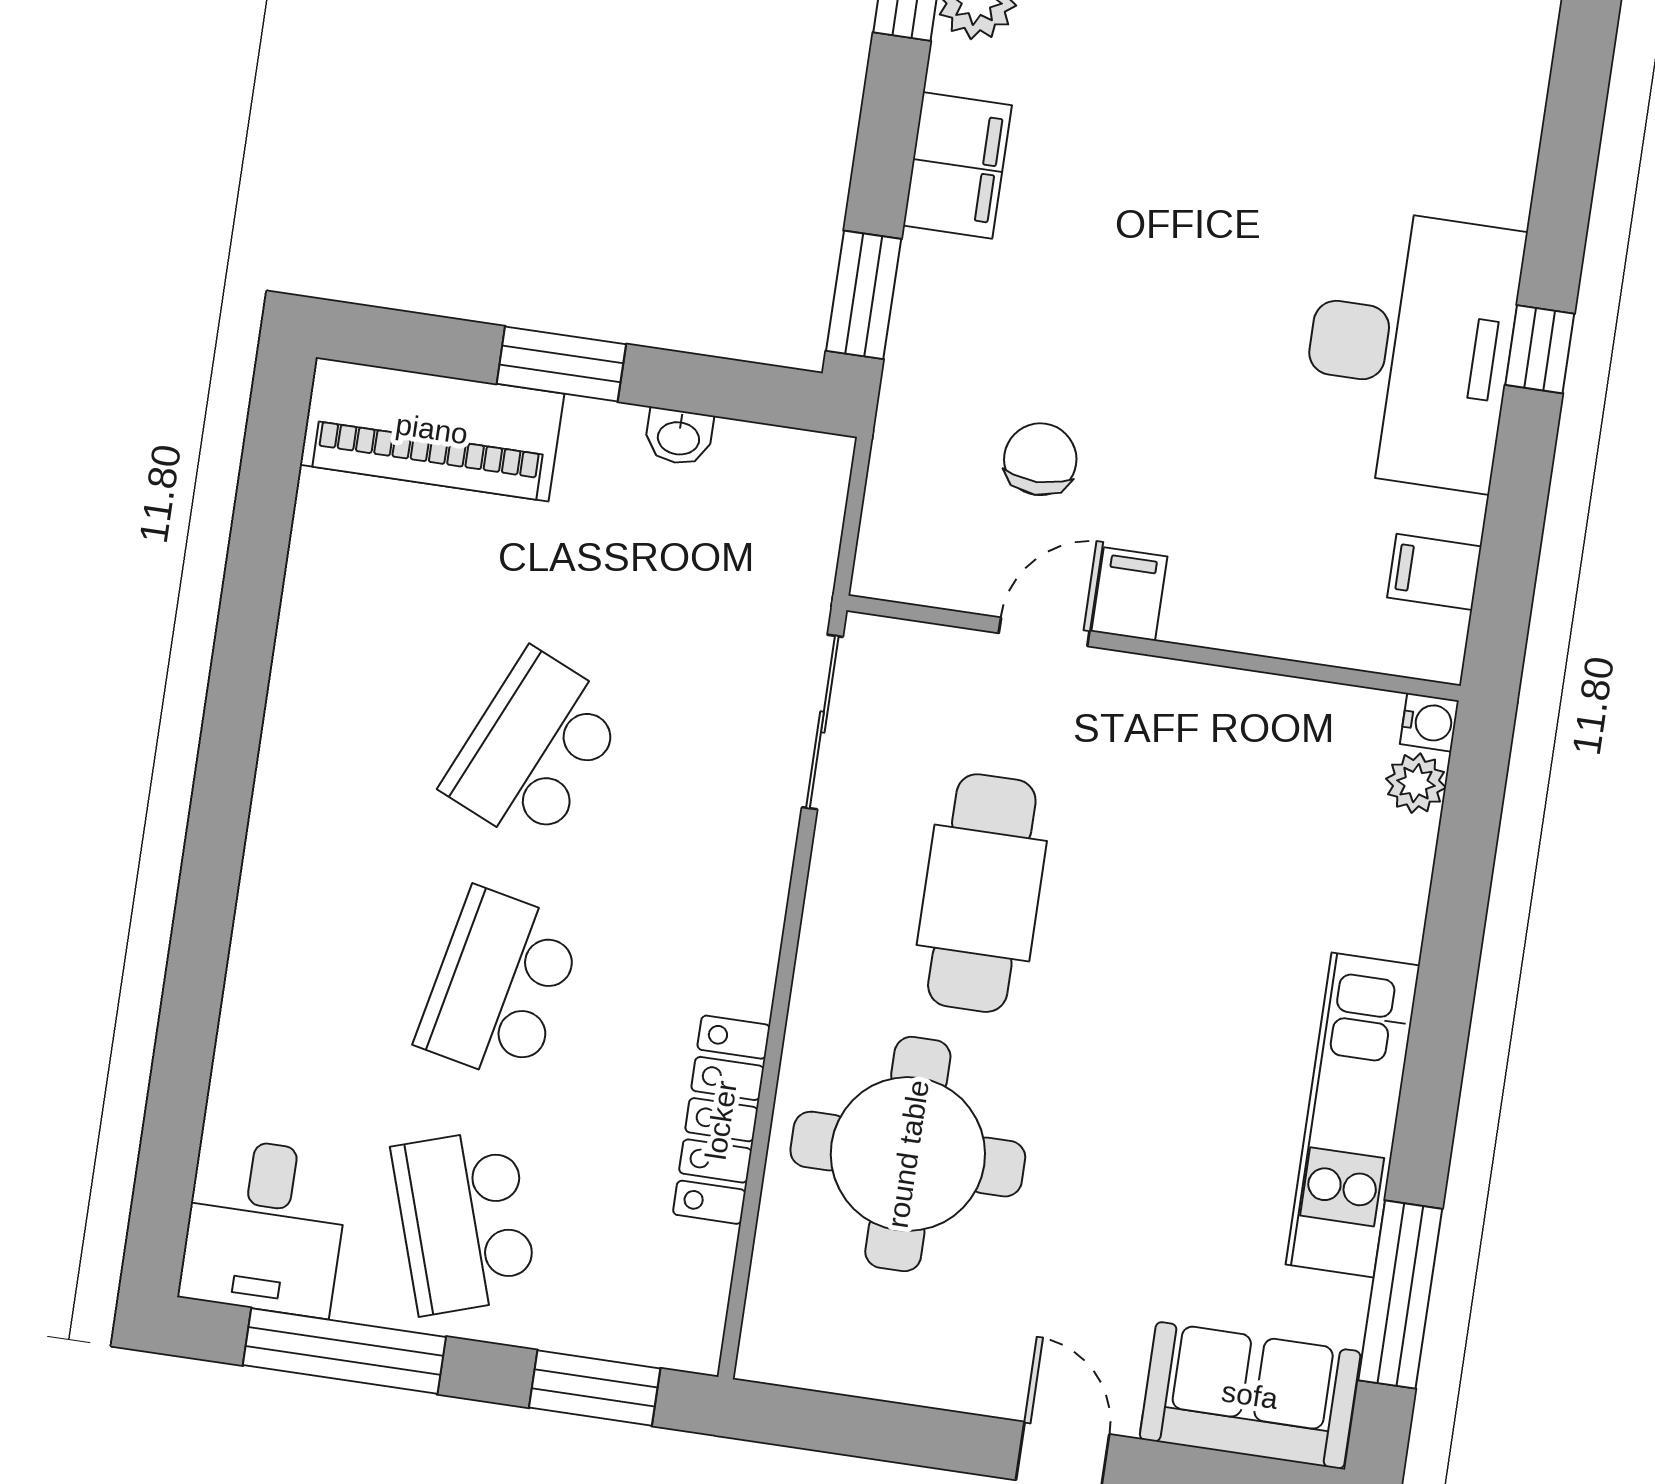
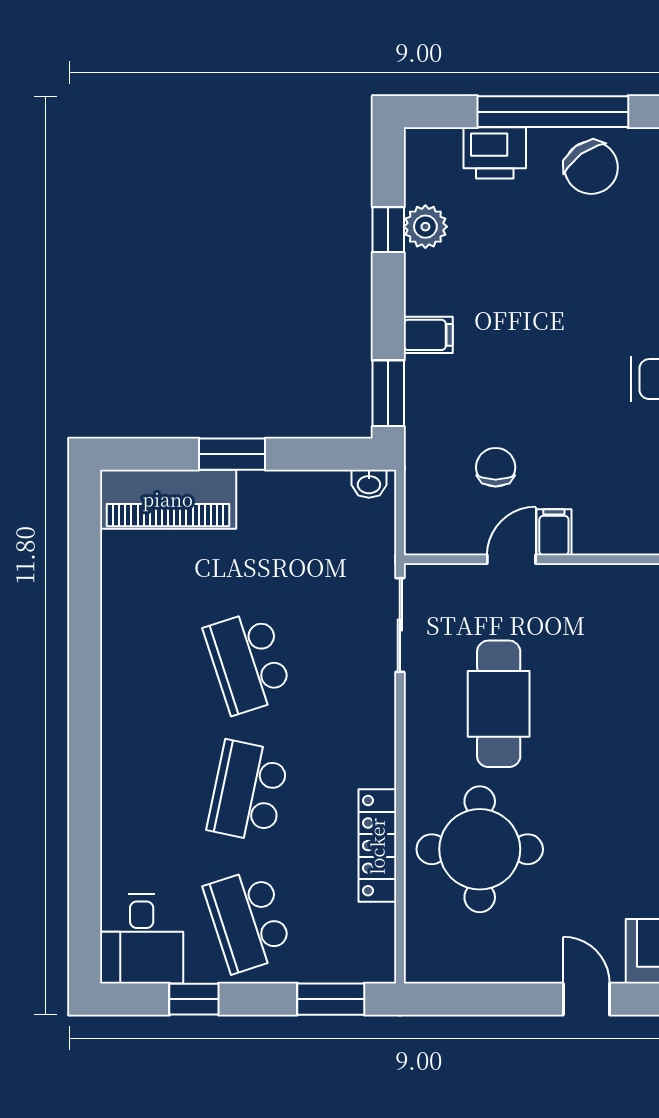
filing cabinet: (957, 165) -> (428, 335), width x0.50
washbasin: (679, 437) -> (369, 484), moved
school desk: (535, 749) -> (248, 662), turned -42
window: (344, 1351) -> (194, 999), width x0.46

